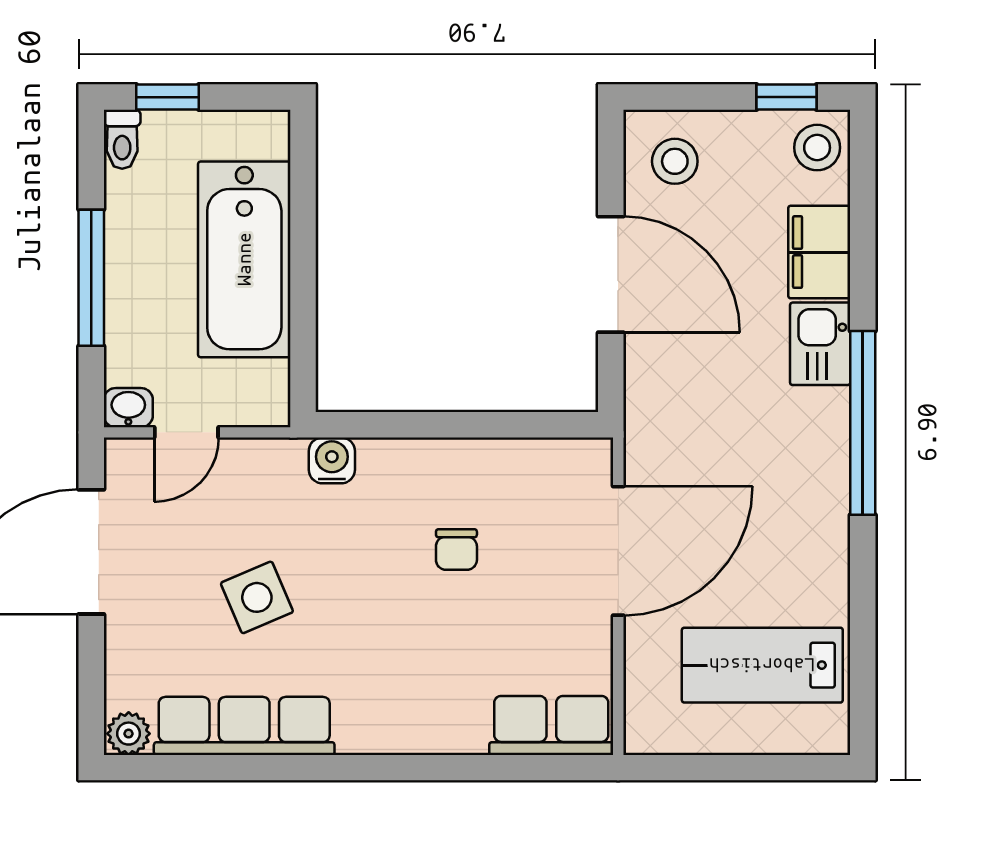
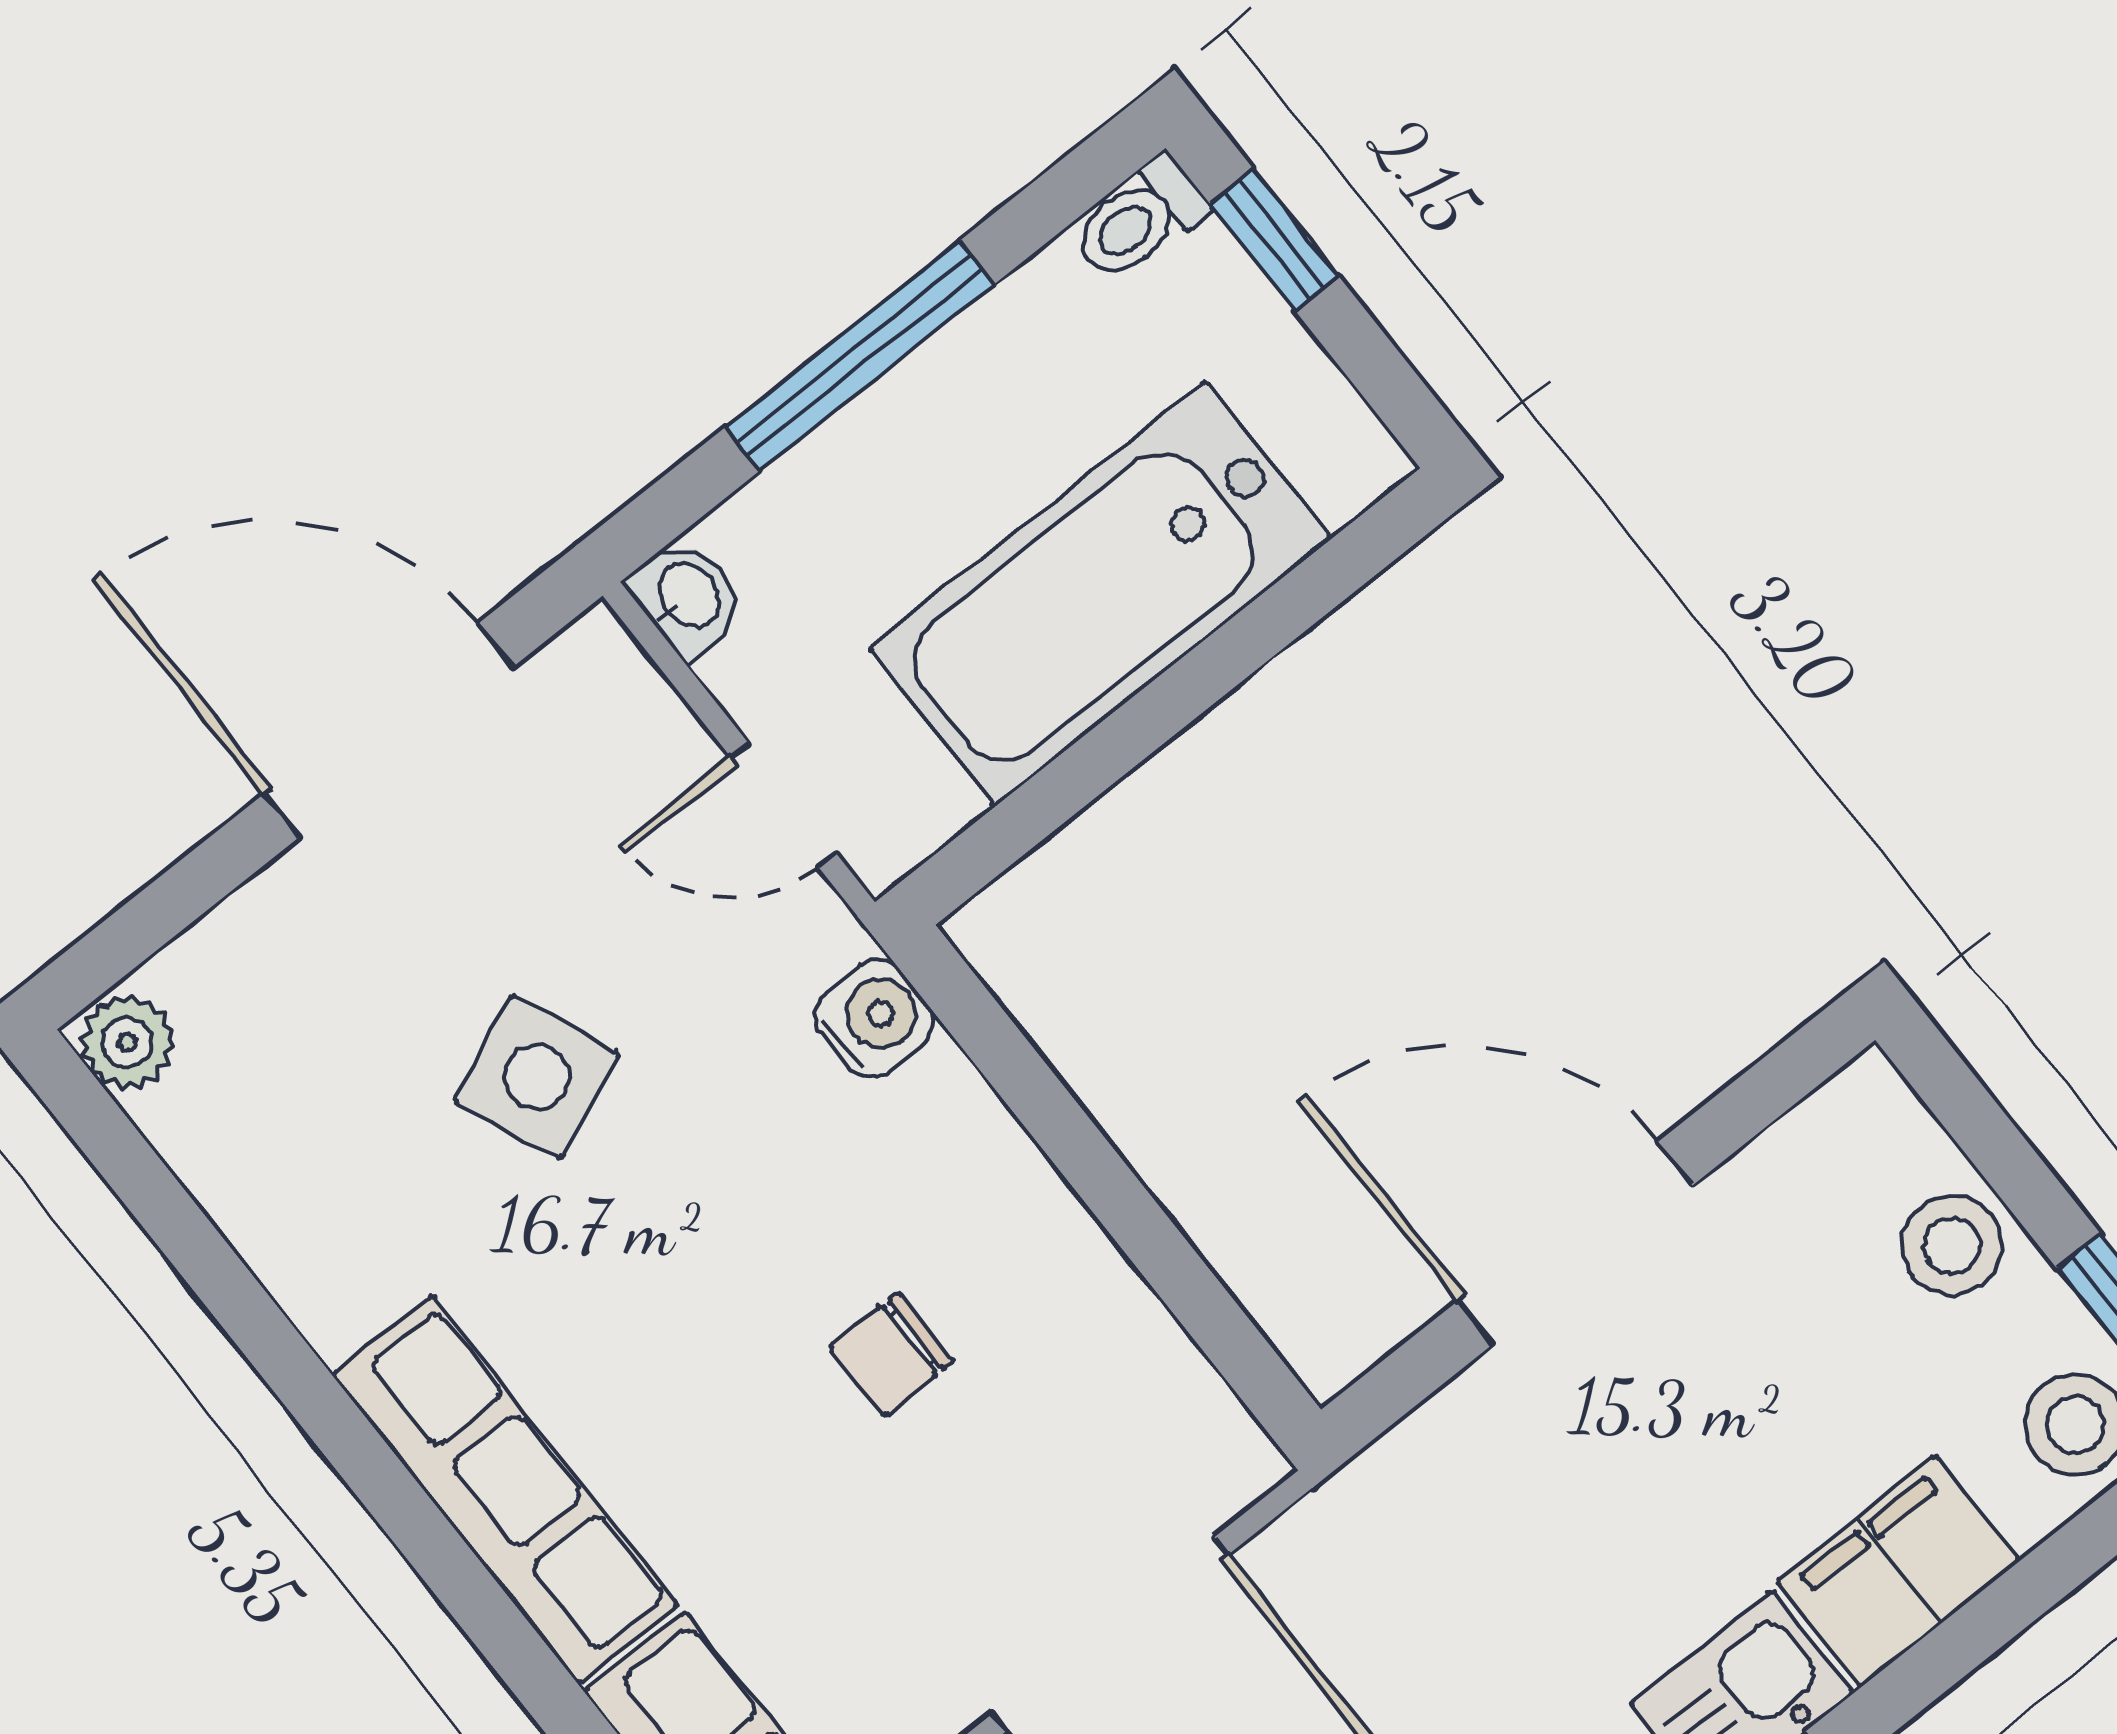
stool: (675, 161) -> (1952, 1246), moved
door: (611, 274) -> (1575, 1243), swing flipped
door: (186, 432) -> (783, 805), moved
row of seats: (244, 726) -> (505, 1490), moved

